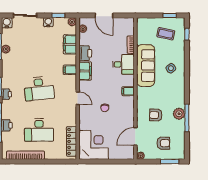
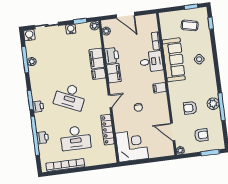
filing cabinet: (70, 44) -> (97, 59), moved
desk: (39, 88) -> (70, 97), turned 30
door: (78, 98) -> (110, 101), hinge flipped
door: (135, 136) -> (173, 132), hinge flipped
locker: (72, 141) -> (107, 130), moved

